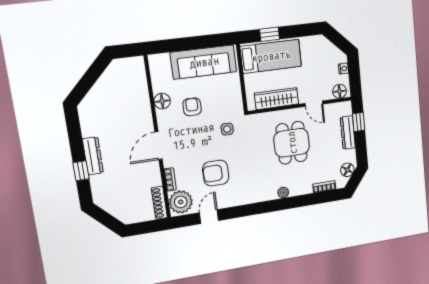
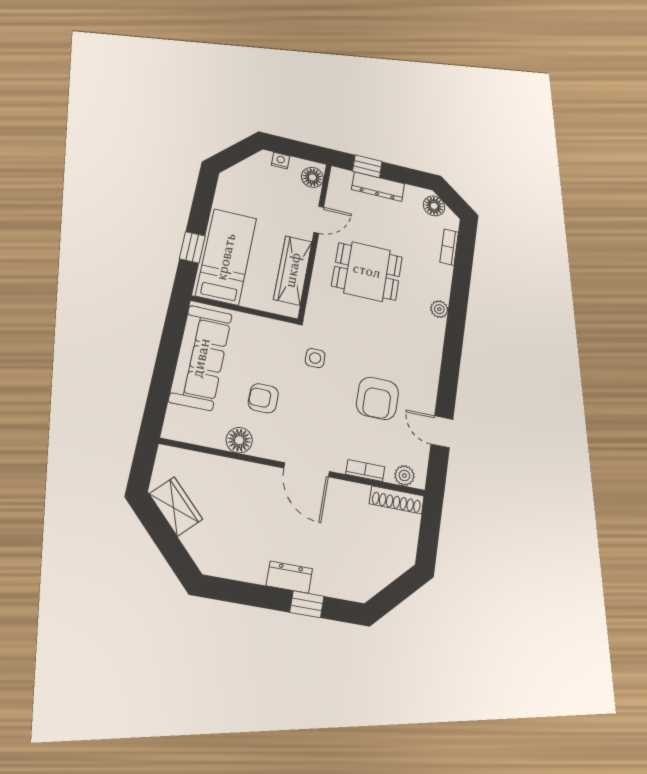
wardrobe: (110, 78) -> (176, 507), added
dresser: (93, 156) -> (289, 577), width x0.70
plant: (181, 202) -> (404, 475), width x0.53, depth x0.53

